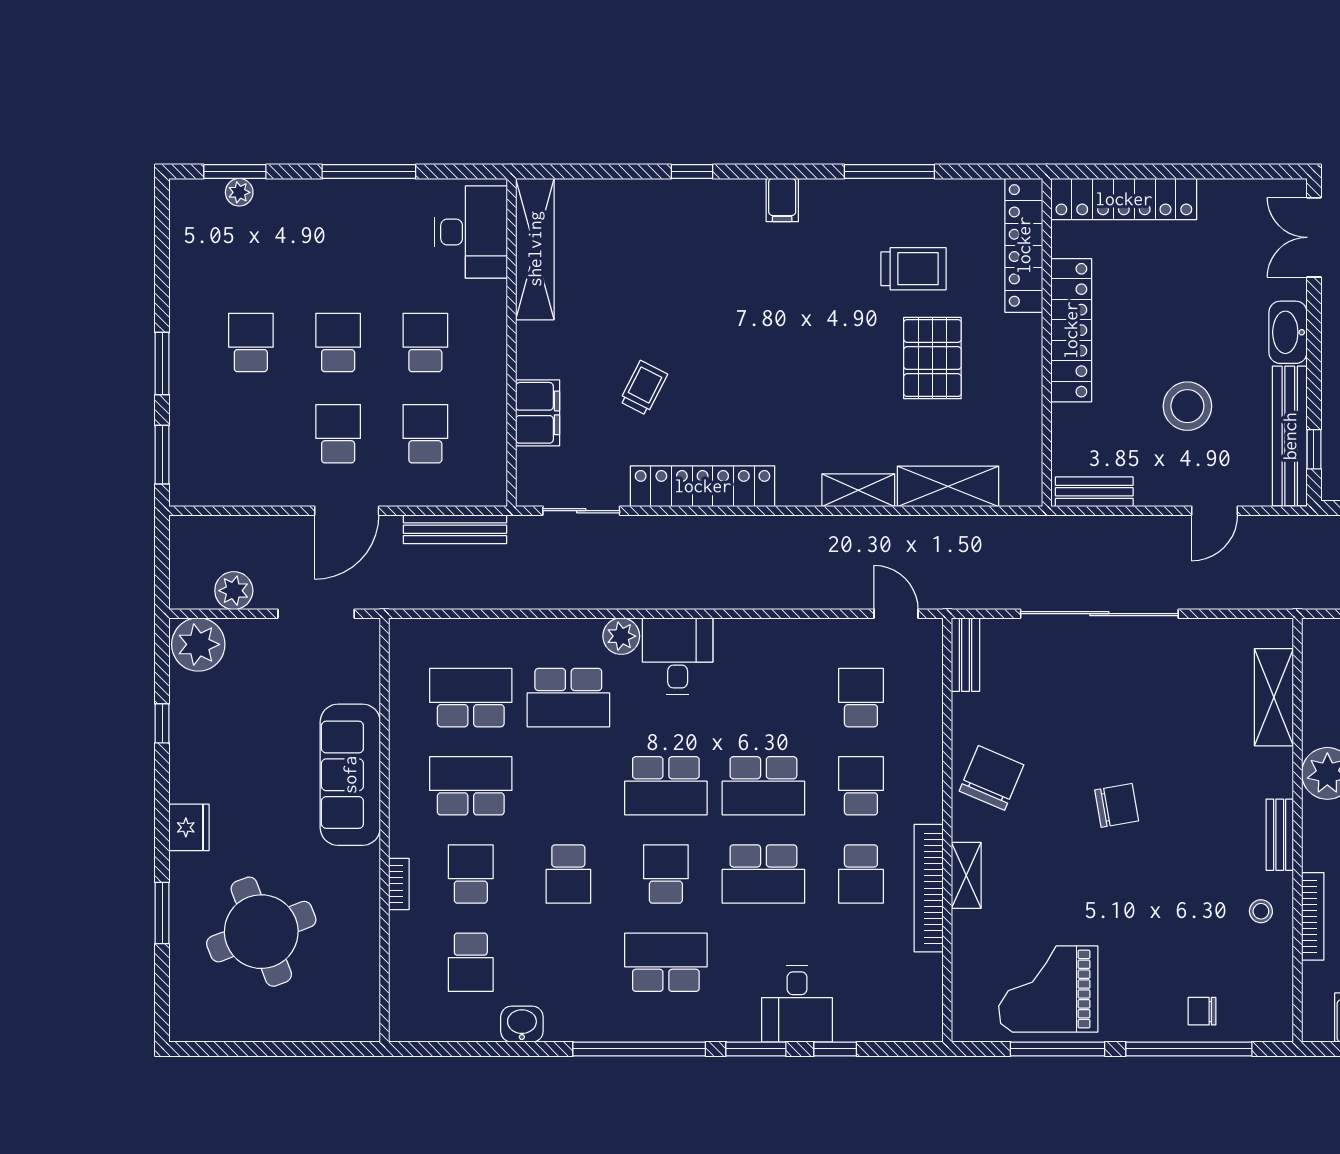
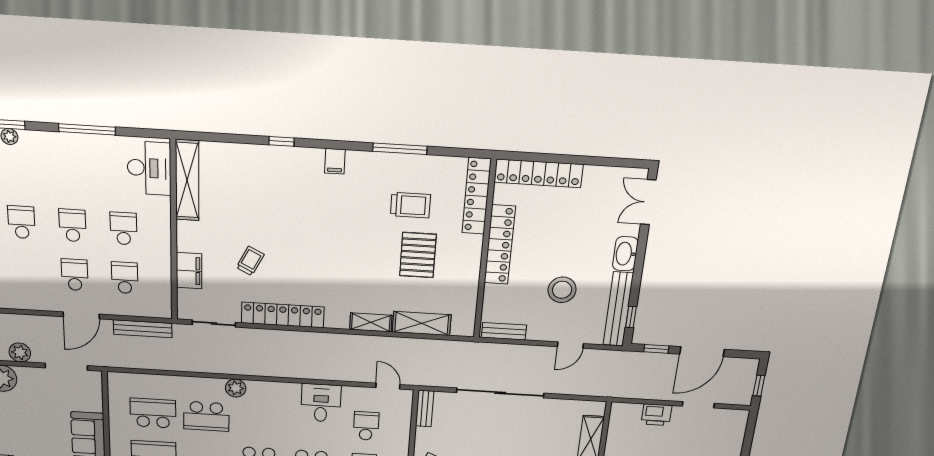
desk: (678, 656) -> (321, 403), moved

